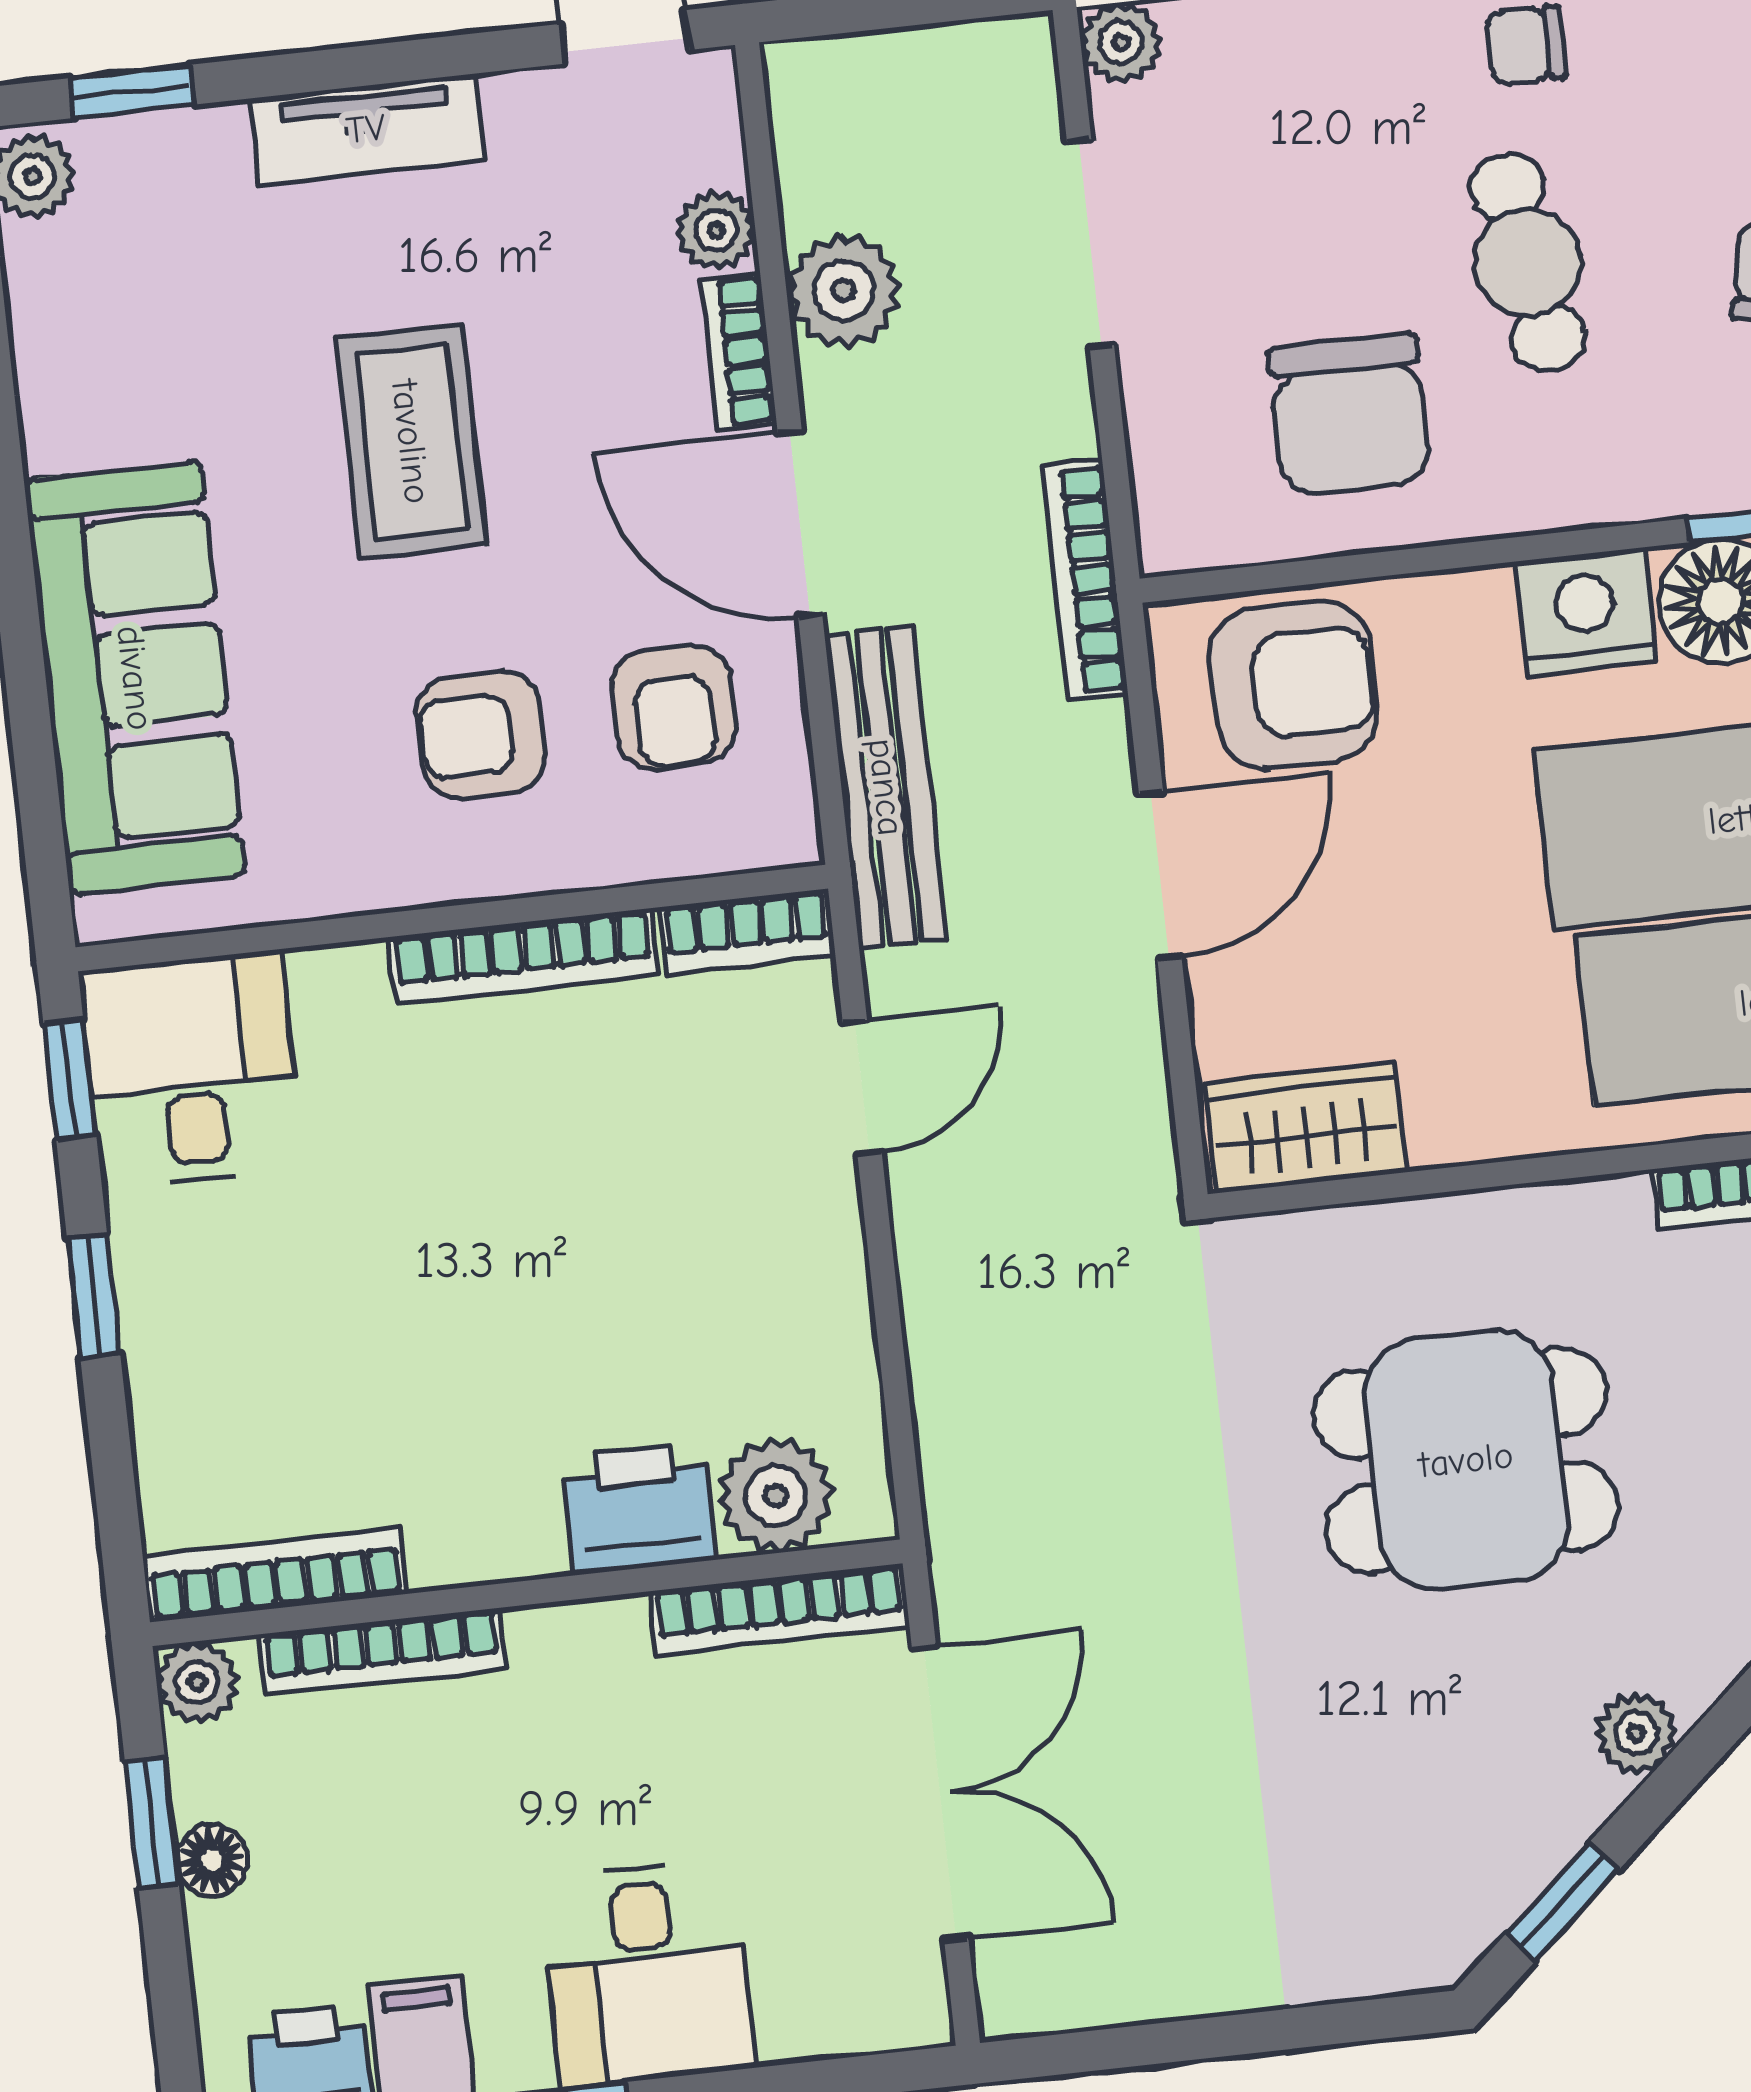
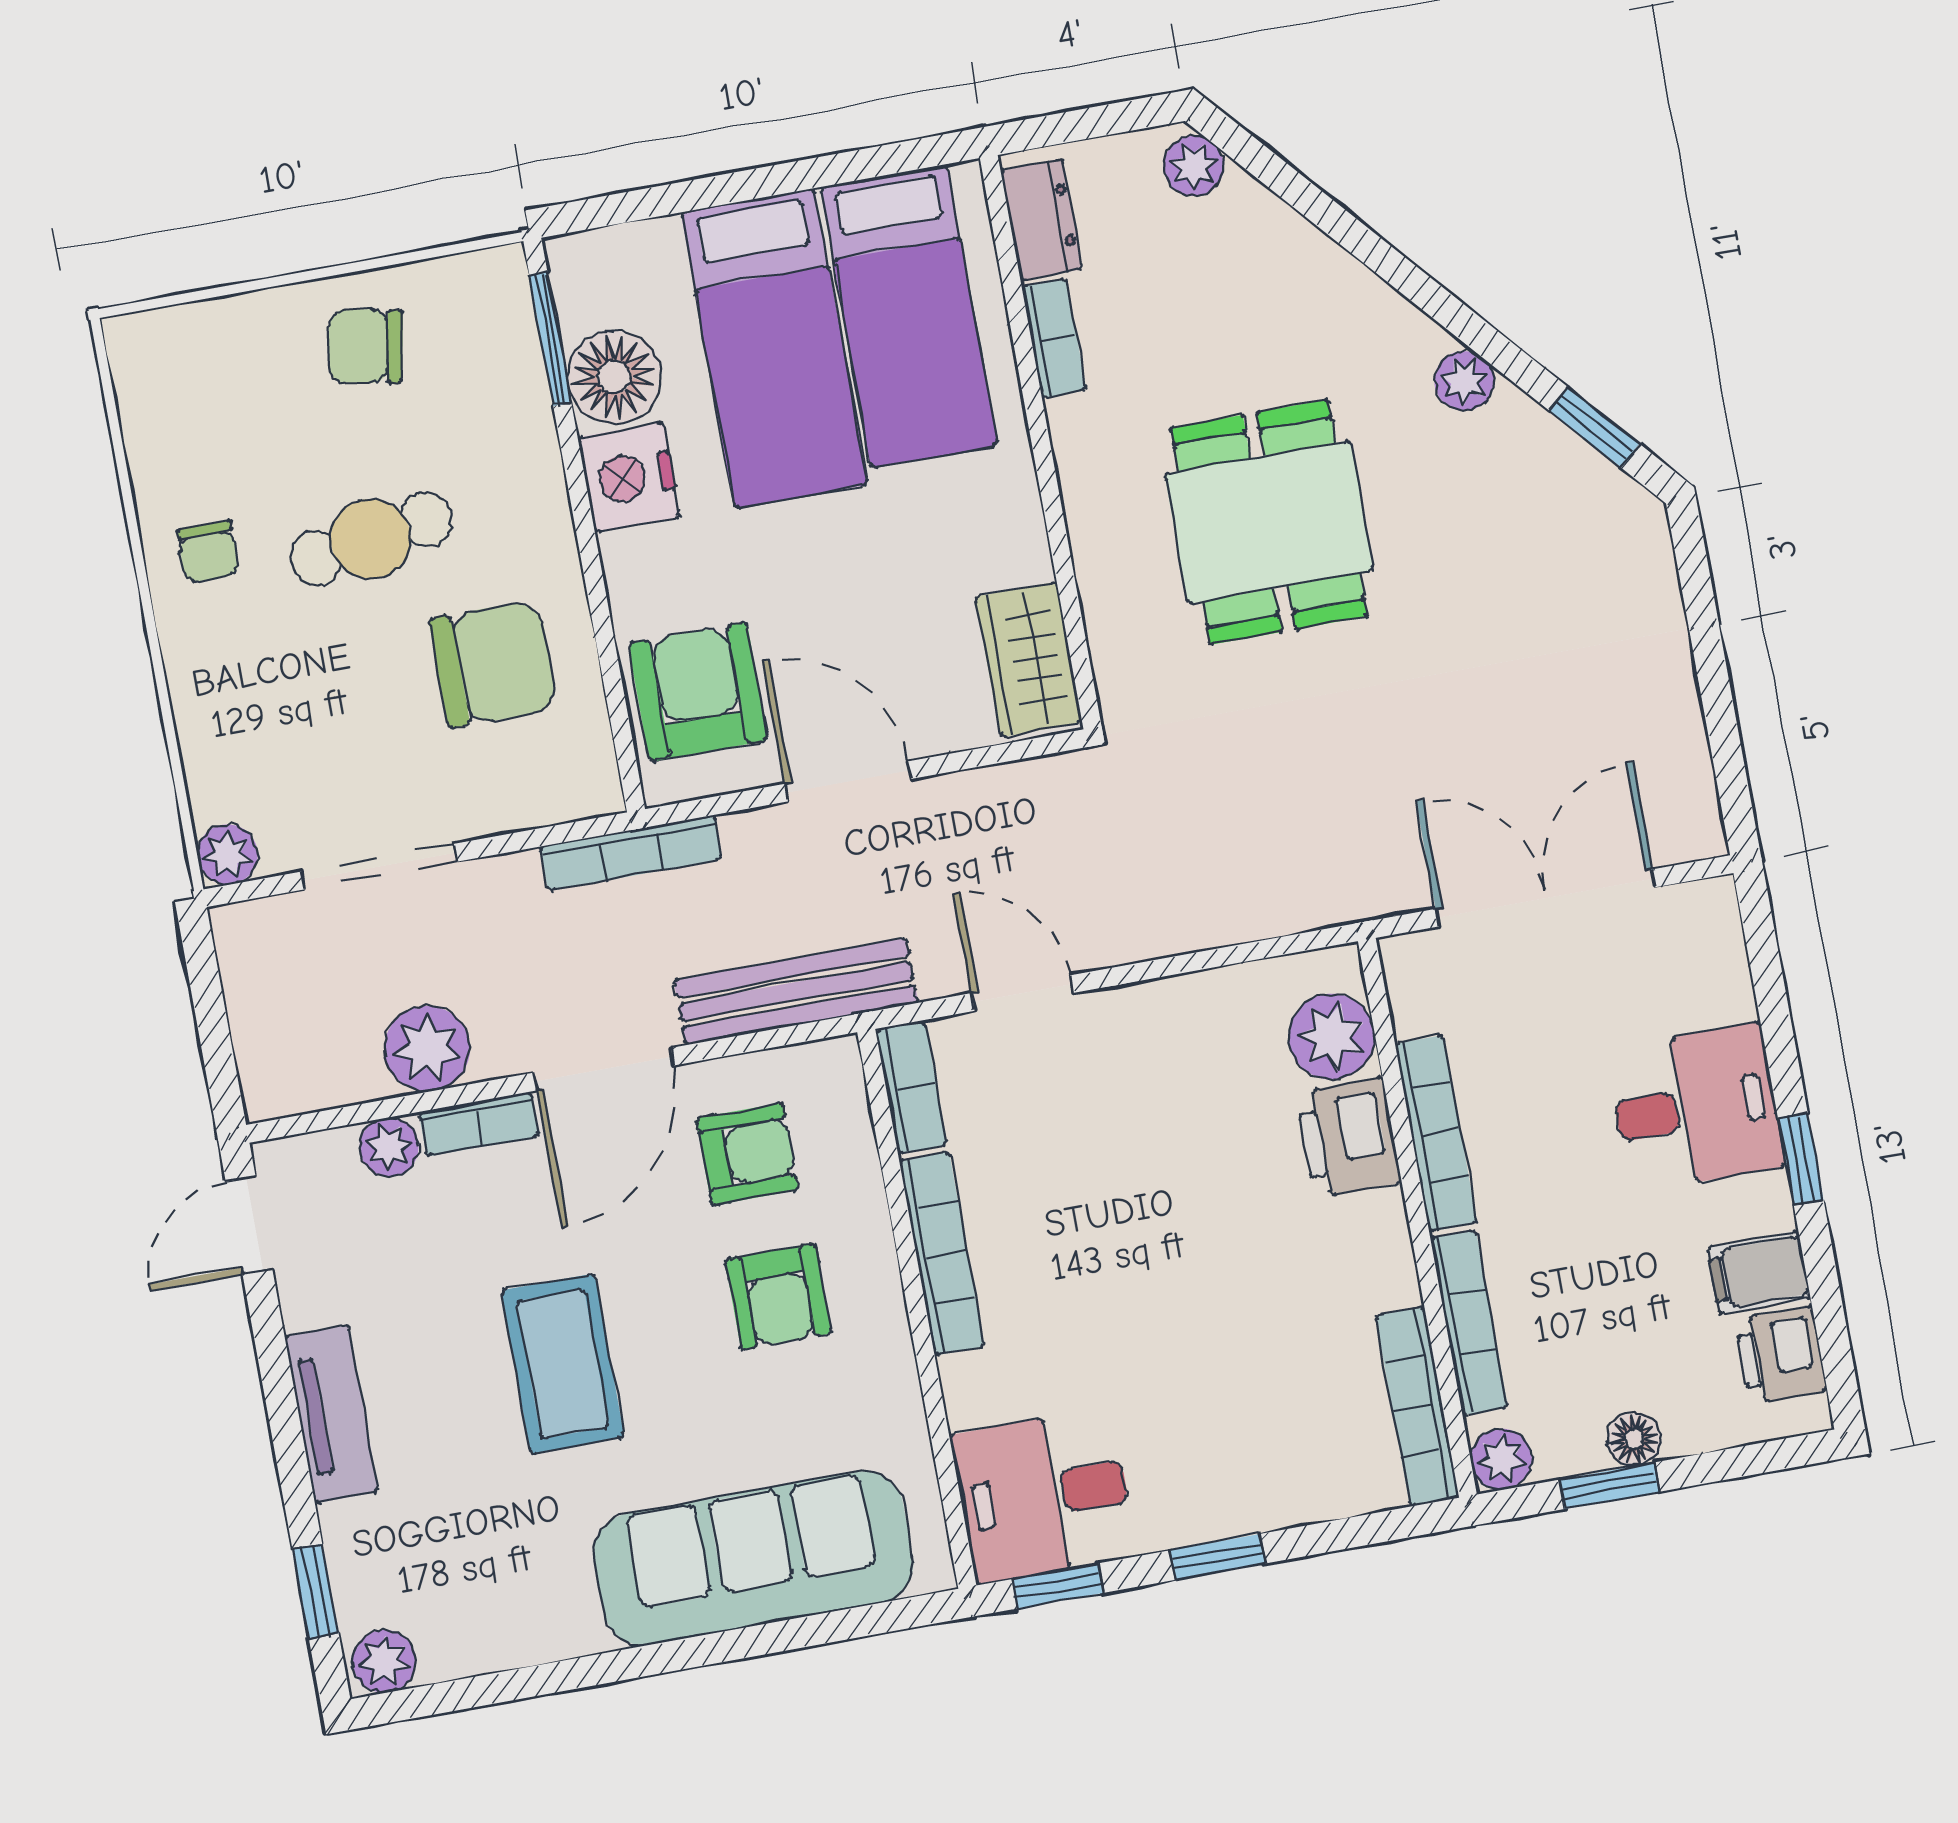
coffee table: (411, 442) -> (563, 1364), turned 90
bookcase: (780, 1610) -> (1436, 1133), moved

